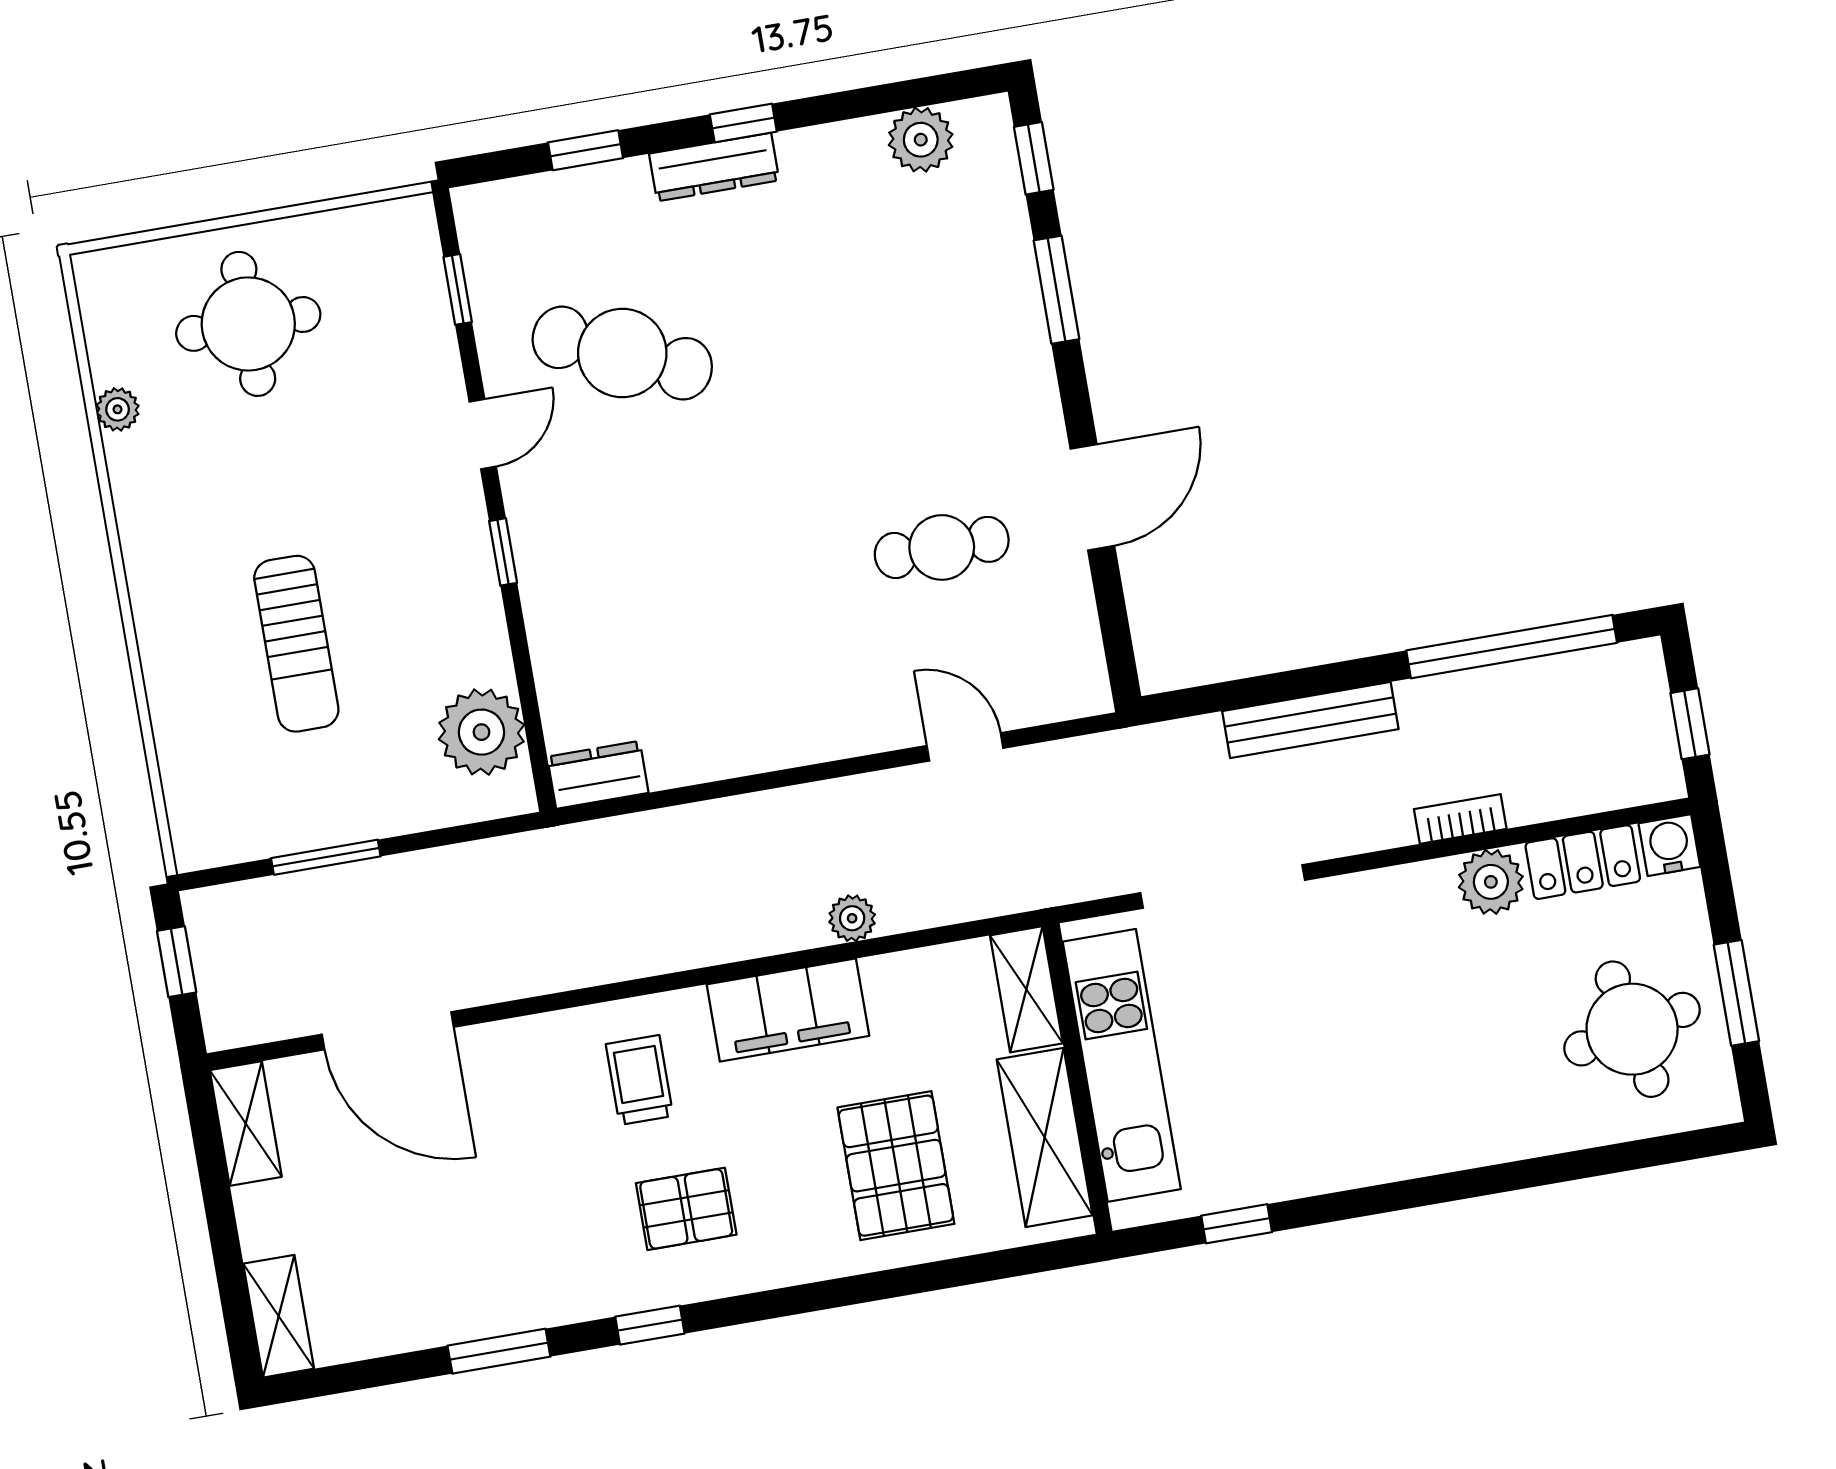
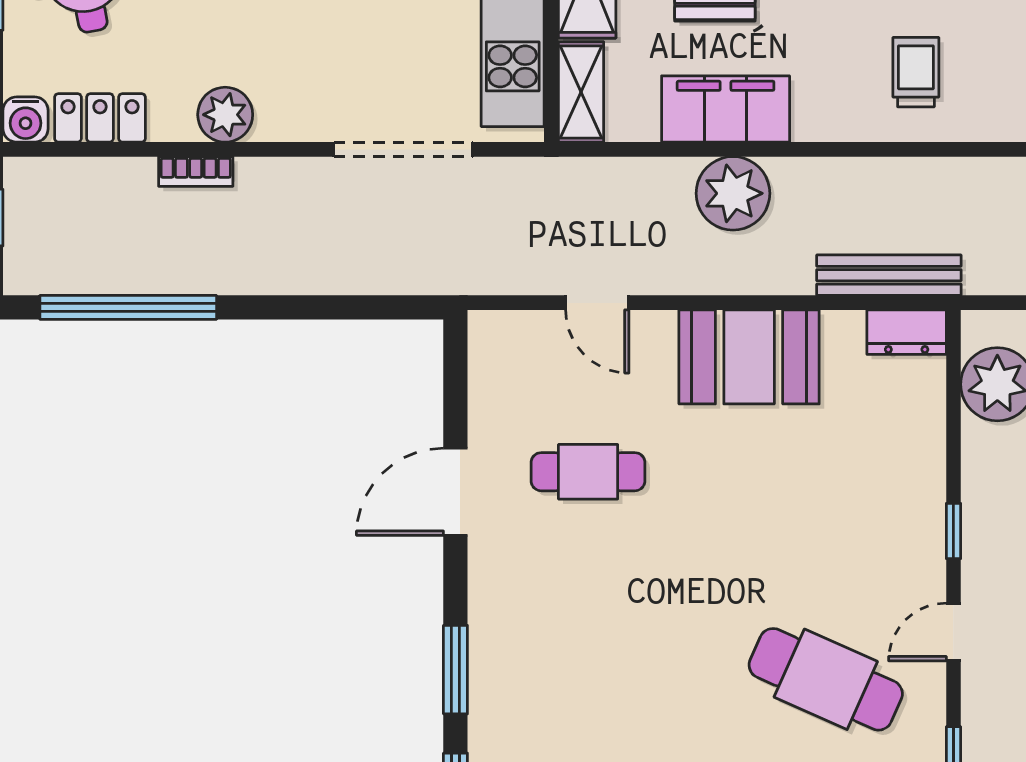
booth: (777, 714) -> (749, 357), added
bench: (1310, 720) -> (889, 275), moved
plant: (1491, 882) -> (225, 115), moved
plant: (852, 918) -> (733, 193), width x1.88, depth x1.88
filing cabinet: (788, 1010) -> (726, 109), moved
trolley: (639, 1080) -> (916, 72), turned 180

